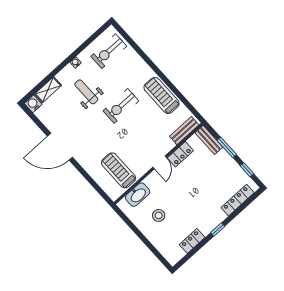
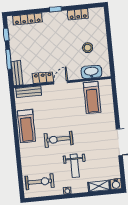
exercise bike: (121, 106) -> (59, 139), turned 180

